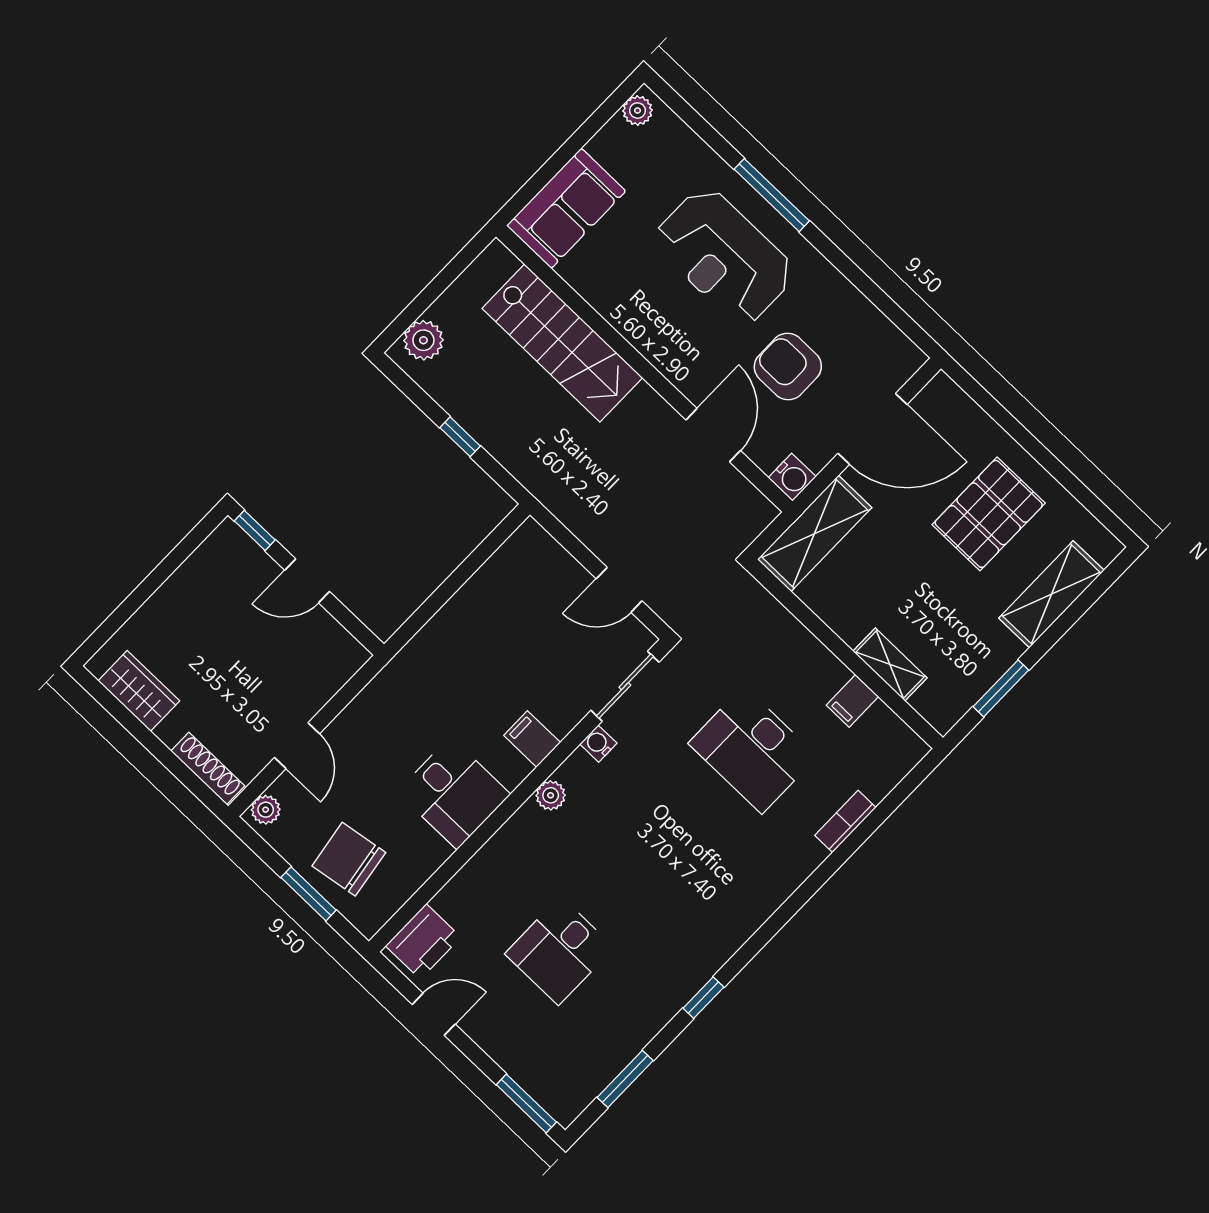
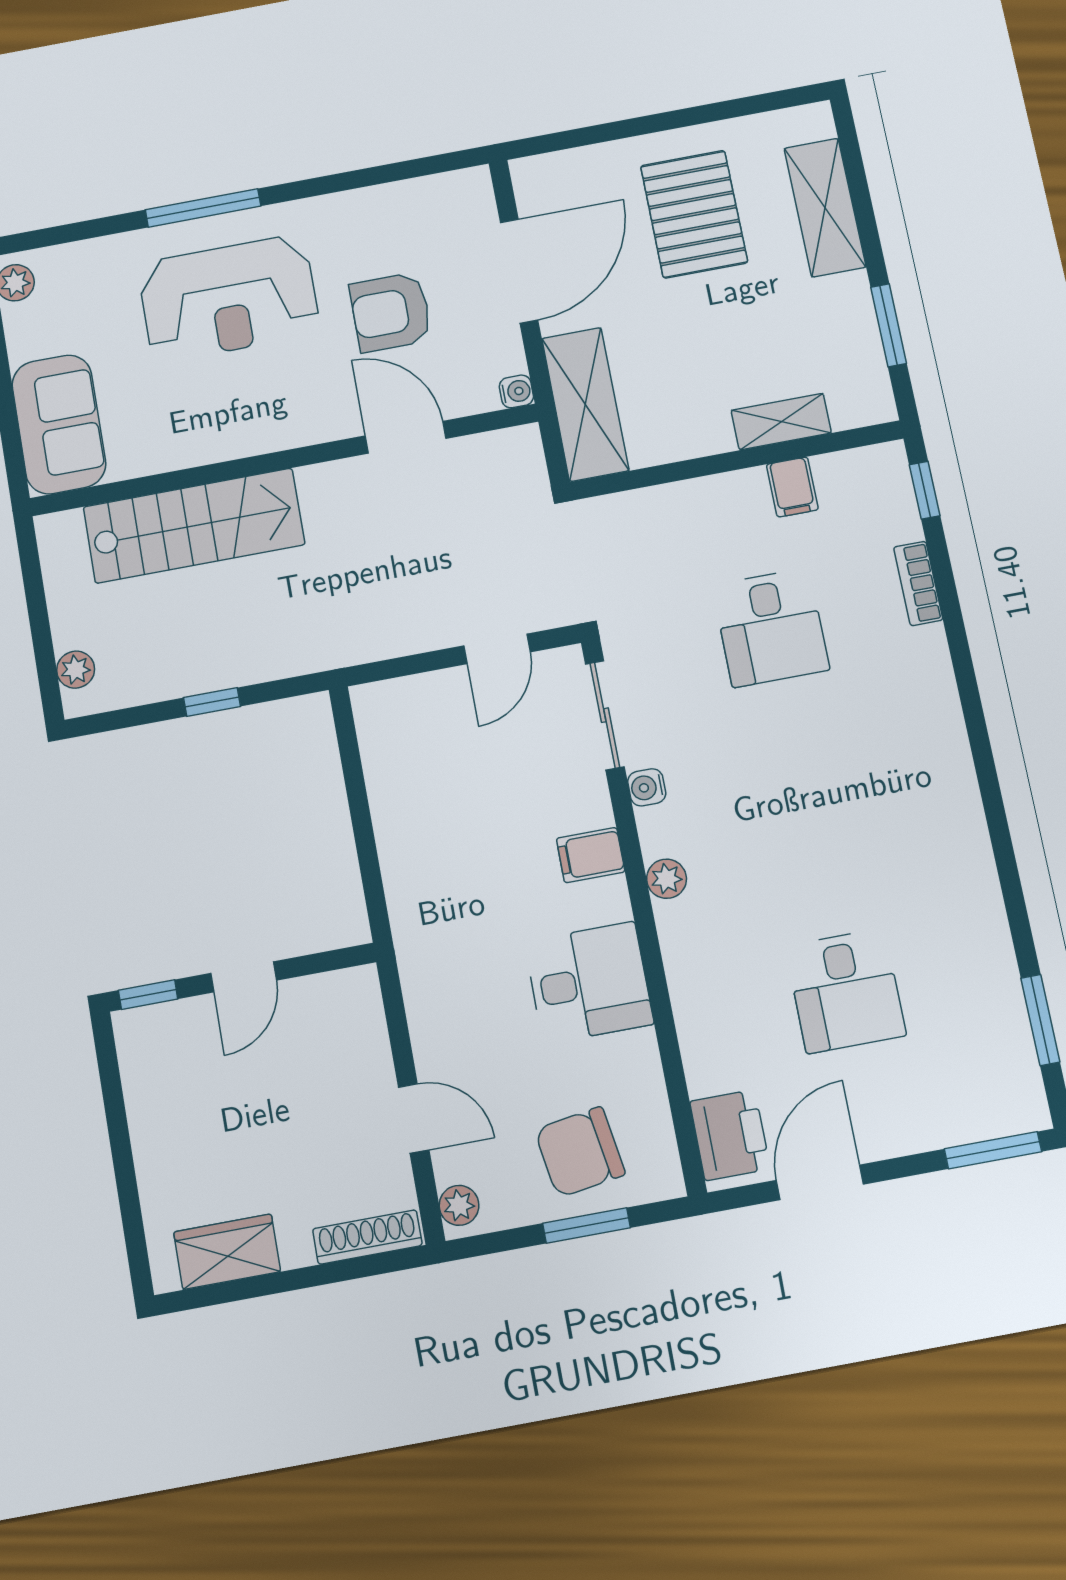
plant: (423, 340) -> (76, 670), width x0.73, depth x0.73
water cooler: (792, 477) -> (516, 391), width x0.72, depth x0.72
desk: (753, 750) -> (771, 628), width x0.73
window: (703, 998) -> (925, 490), moved
door: (434, 1014) -> (820, 1182), width x1.38

